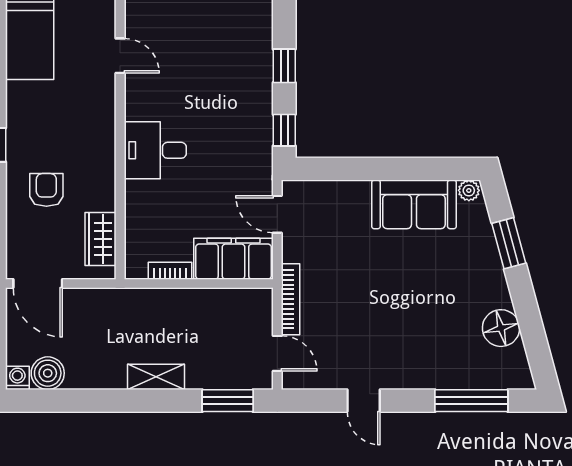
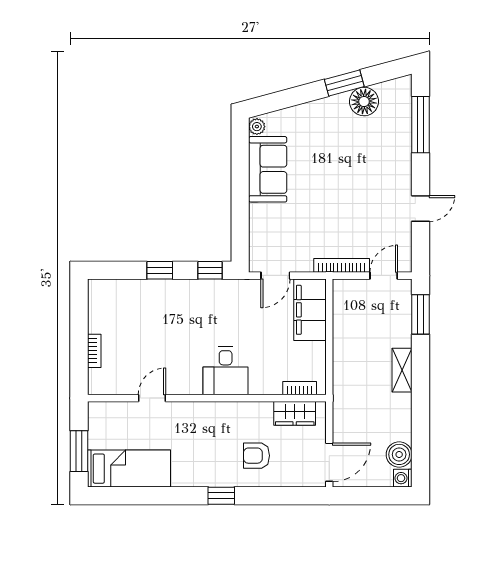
window: (509, 243) -> (344, 83), moved
bookcase: (170, 271) -> (300, 388), moved, turned 90

